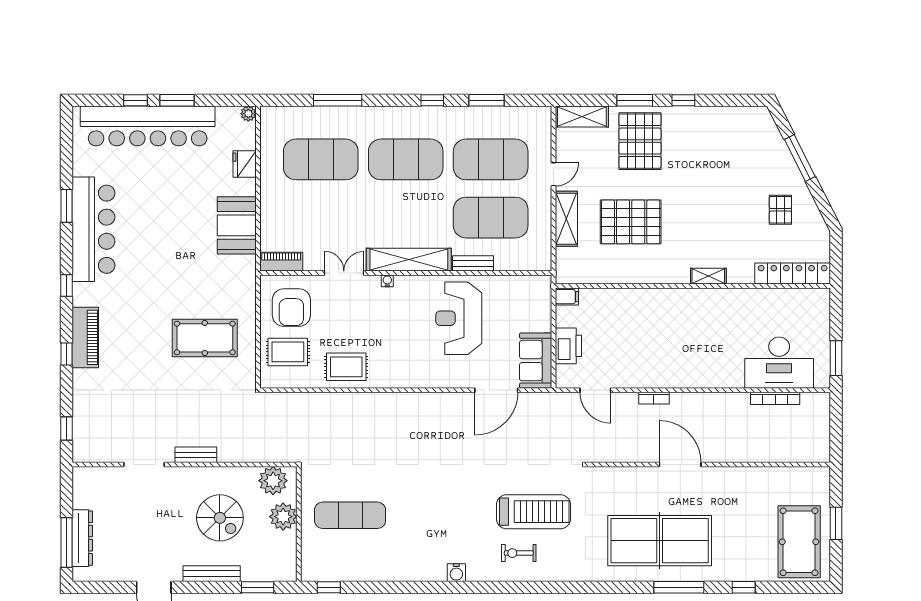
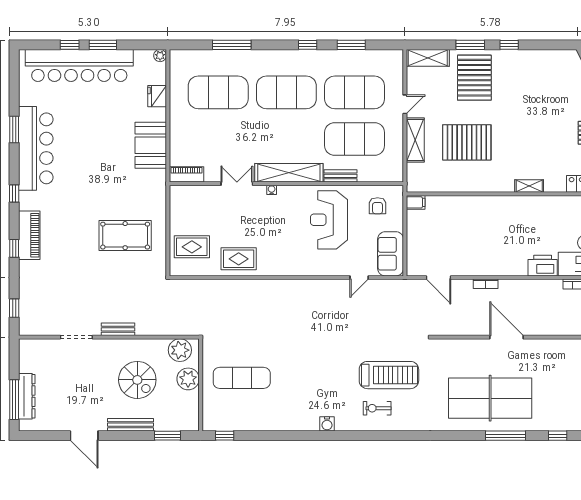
armchair: (291, 308) -> (378, 206), moved, width x0.53, depth x0.53
printer: (568, 346) -> (543, 266), moved, turned -90
door: (496, 390) -> (359, 277), width x0.53

